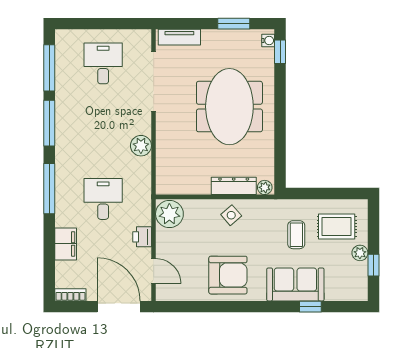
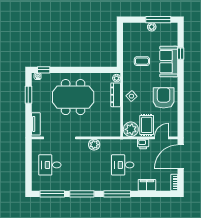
rug: (337, 227) -> (147, 125), moved
window: (373, 265) -> (158, 20), width x2.17

